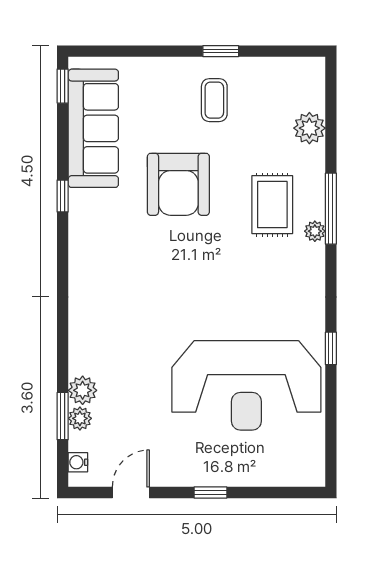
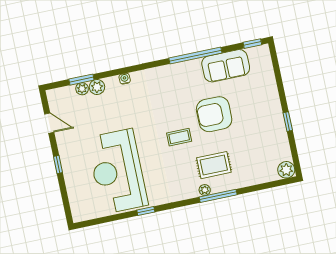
coffee table: (214, 100) -> (179, 137), moved
sofa: (93, 128) -> (226, 66), width x0.73
plant: (309, 128) -> (286, 170), moved
window: (63, 196) -> (195, 56), width x3.17
water cooler: (78, 462) -> (125, 79), moved

